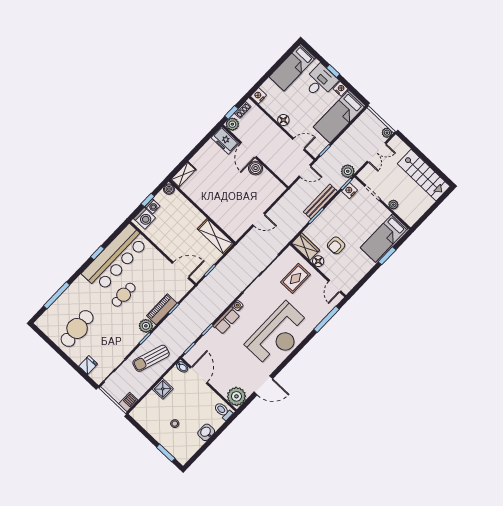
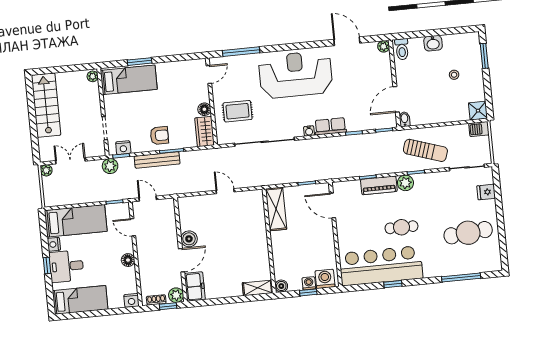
plant: (393, 205) -> (93, 76), moved
armchair: (336, 245) -> (159, 135), moved
shower: (163, 389) -> (478, 111), moved
plant: (236, 396) -> (384, 46), width x0.53, depth x0.53

